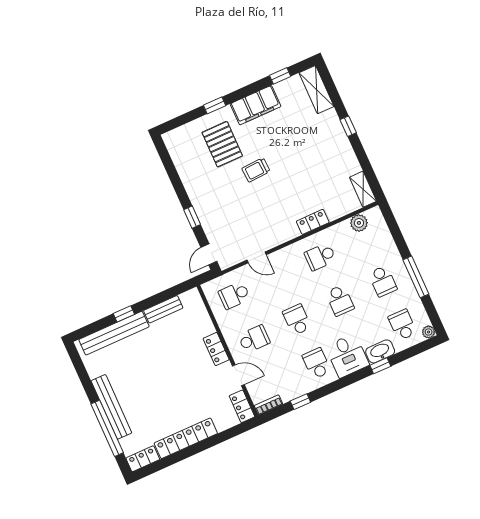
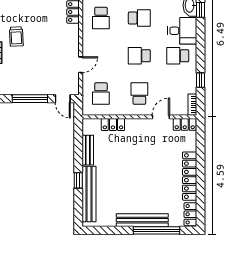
window: (192, 217) -> (30, 99), width x2.17
locker: (216, 349) -> (113, 125), moved

